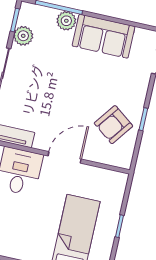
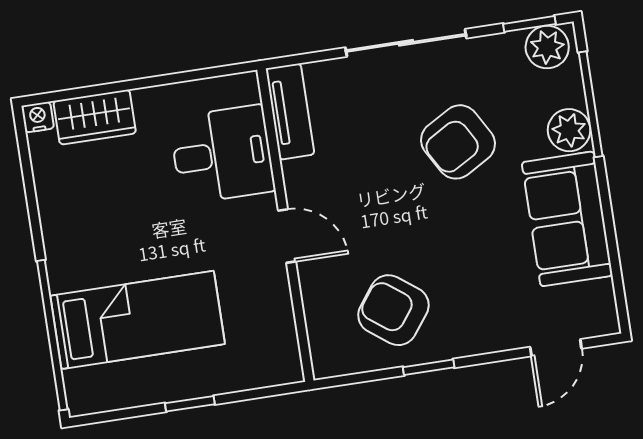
plant: (23, 36) -> (547, 47), moved
armchair: (53, 70) -> (458, 142), added
door: (65, 157) -> (287, 236), width x0.73

